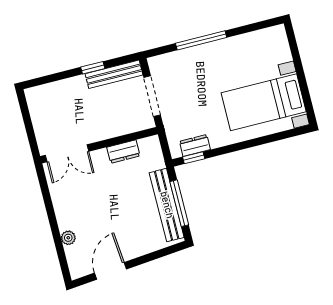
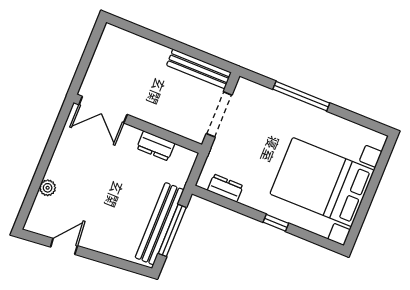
window: (93, 68) -> (184, 49), removed
bed with nightstands: (264, 102) -> (322, 182), width x1.36
window: (194, 158) -> (276, 223), moved
door: (110, 271) -> (64, 246), width x0.73

